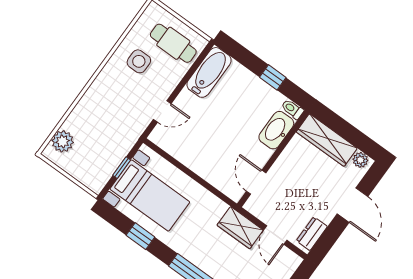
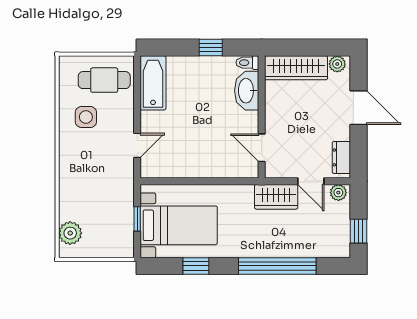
plant: (290, 259) -> (338, 193), added

